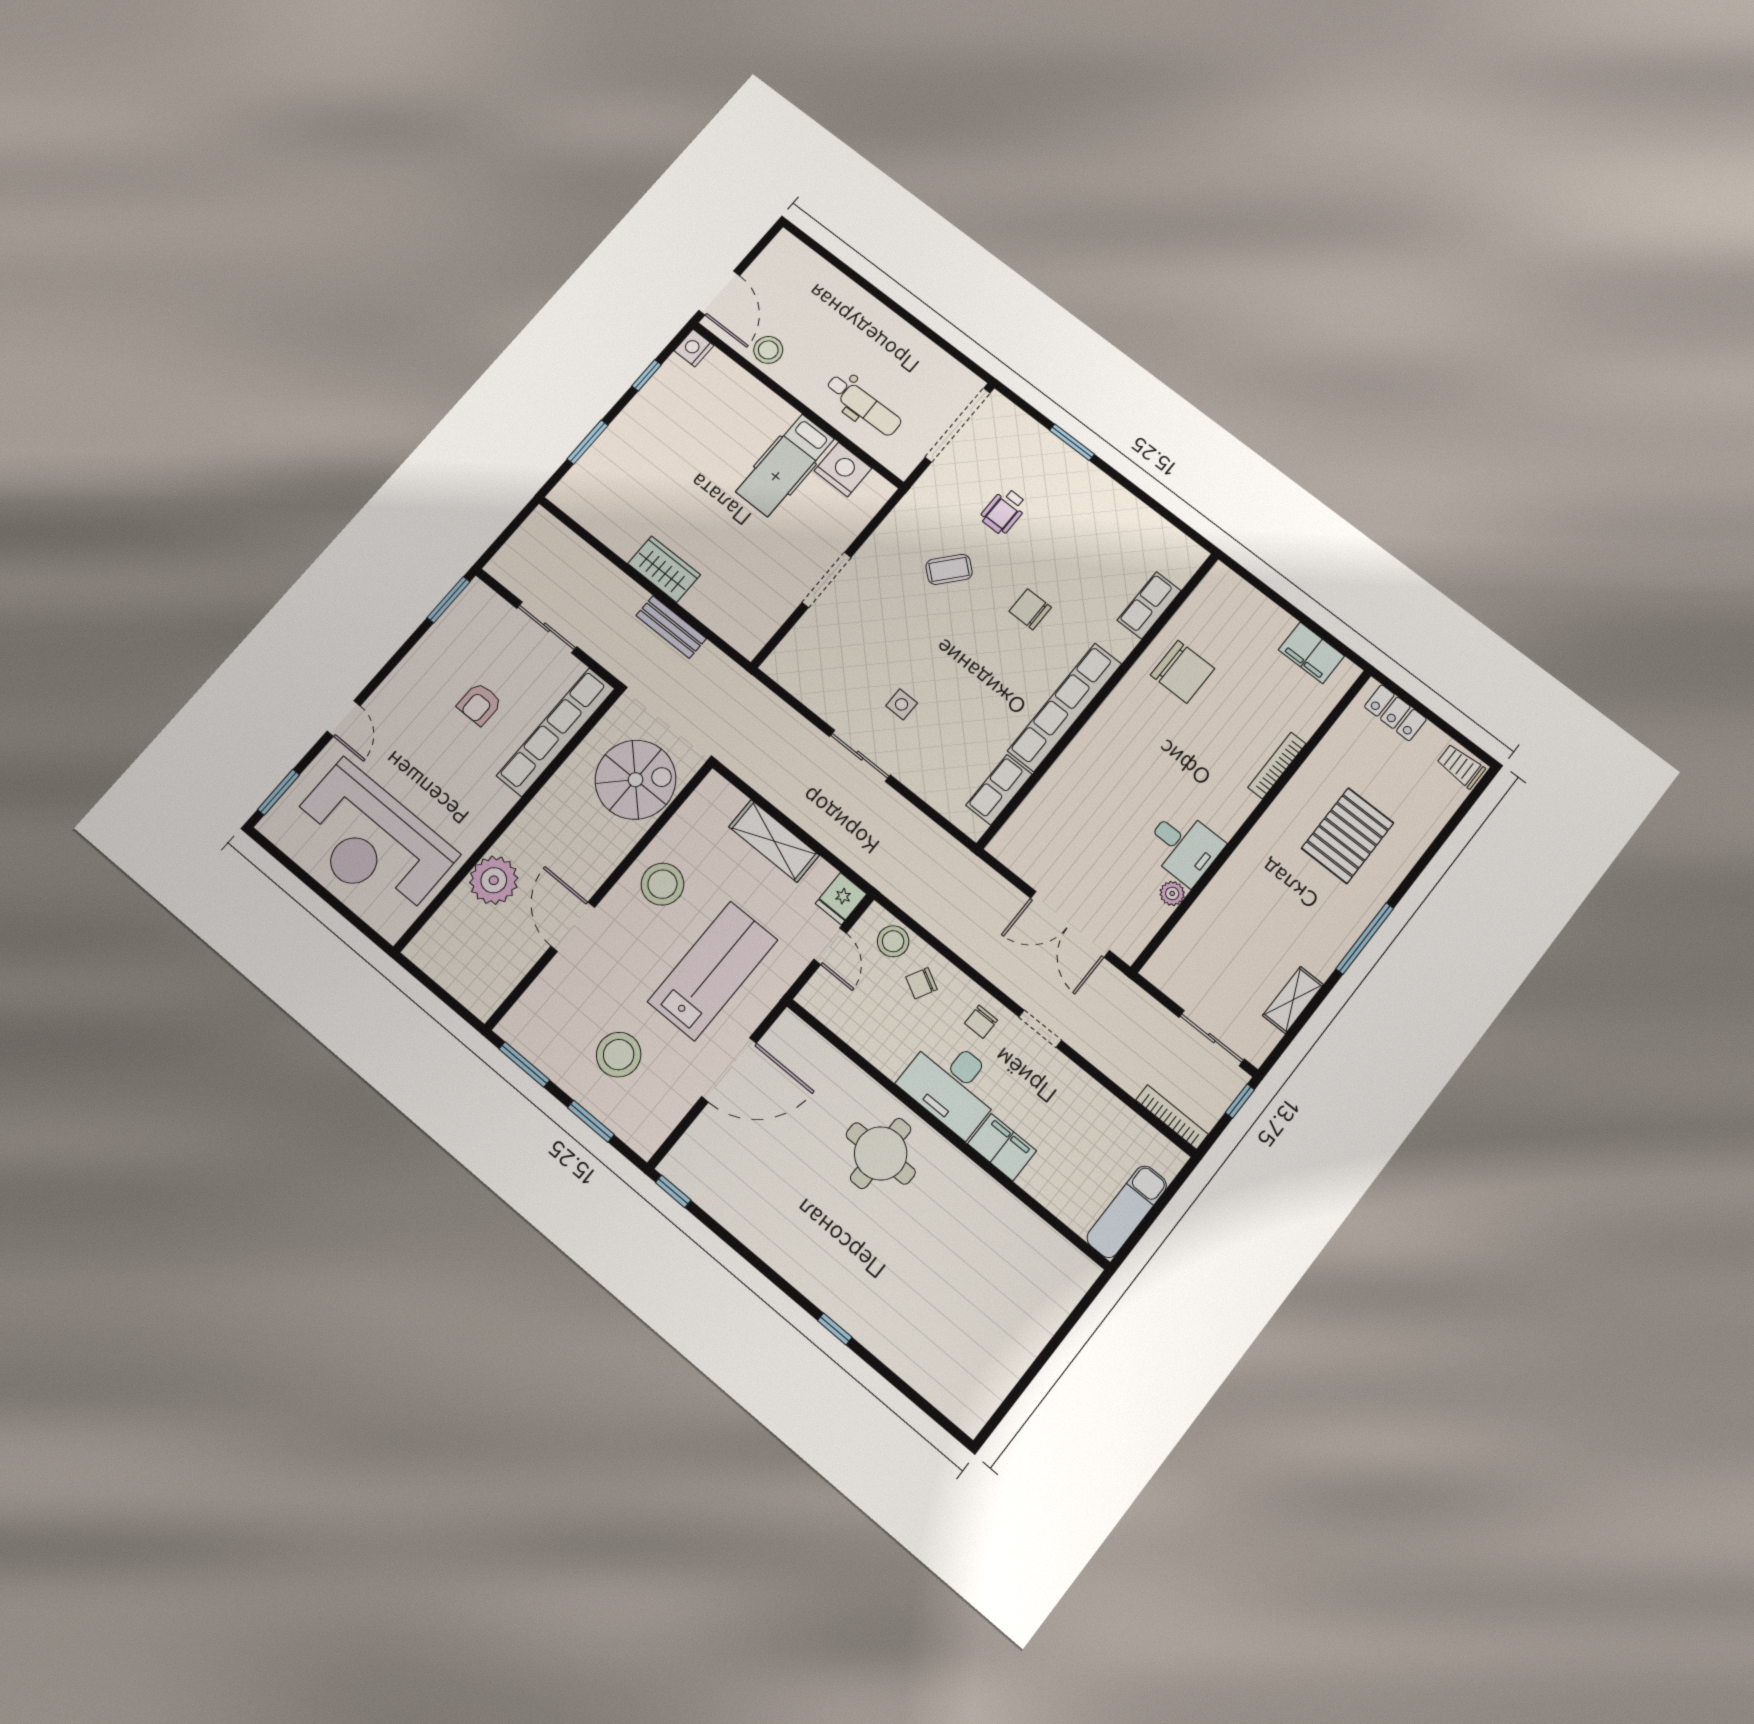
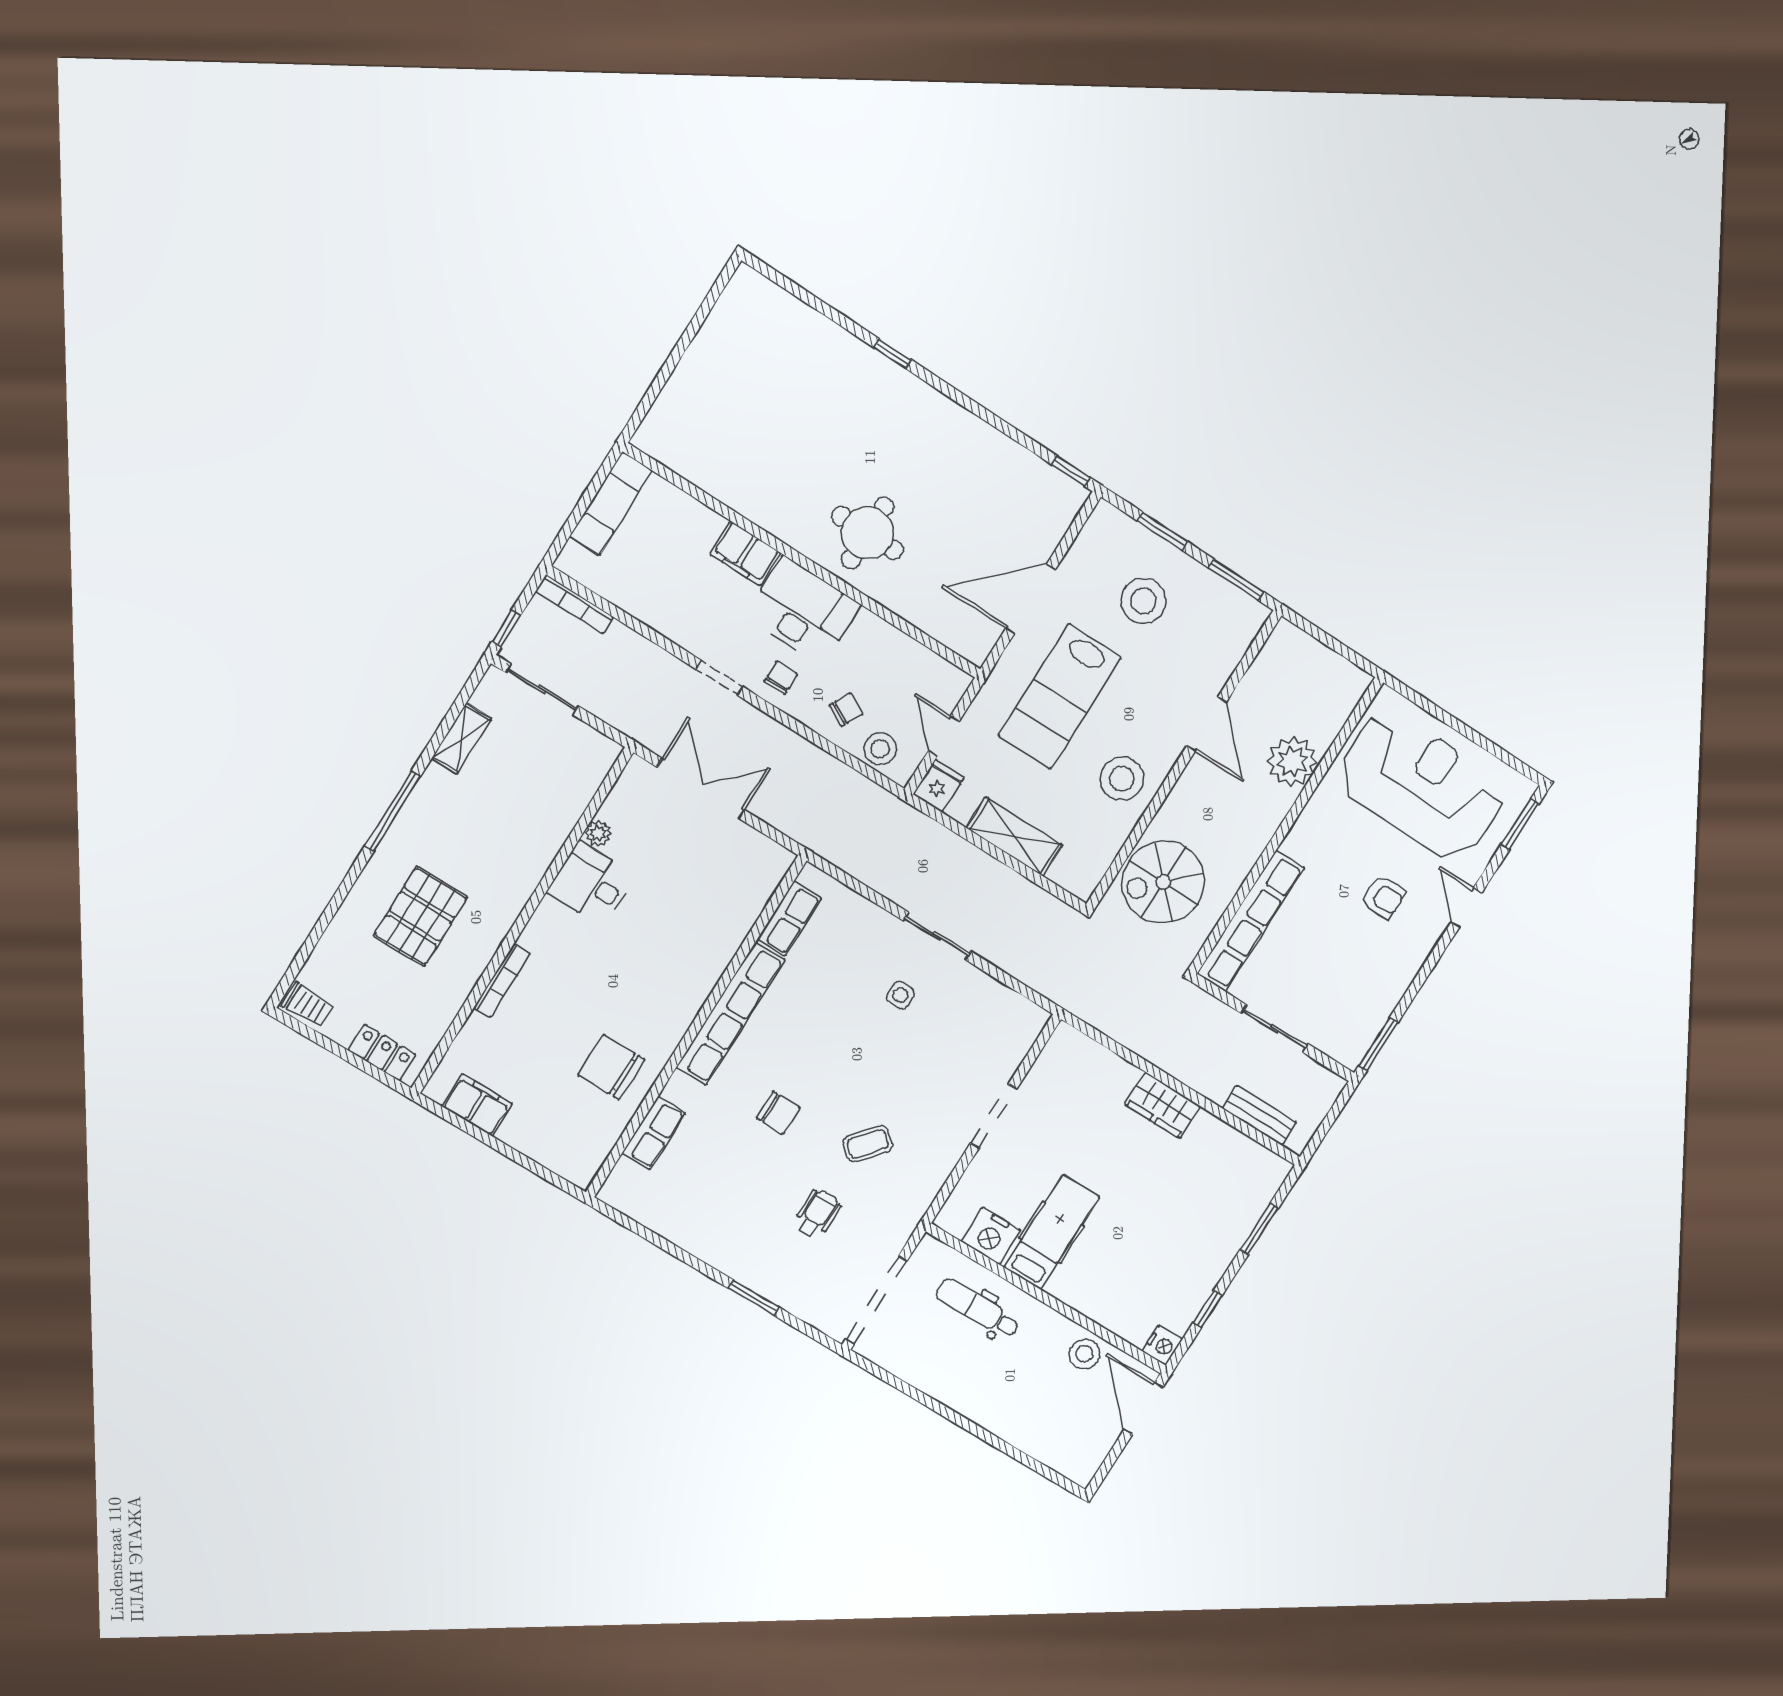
bench: (671, 627) -> (1259, 1115), moved
armchair: (479, 704) -> (1384, 897), moved, turned 90

